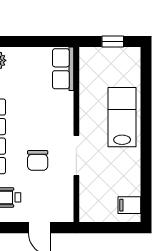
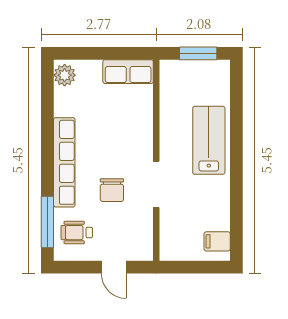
window: (113, 41) -> (198, 53), width x1.50
row of seats: (63, 69) -> (128, 72), moved, turned -90

